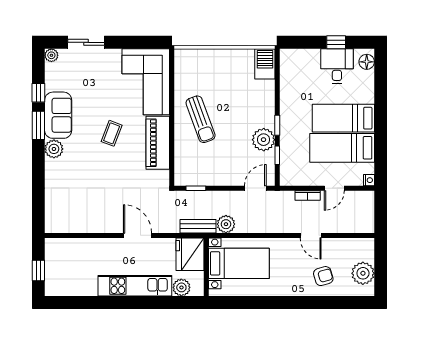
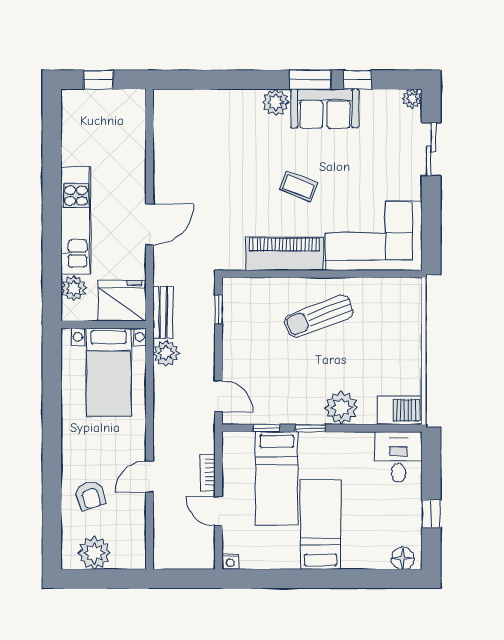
desk: (337, 66) -> (398, 457), moved, turned -90
plant: (264, 140) -> (341, 408), moved
bed: (342, 148) -> (277, 478), moved, turned 180

